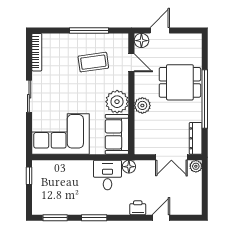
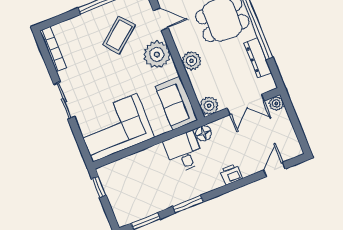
coffee table: (93, 62) -> (119, 35), turned -31
plant: (117, 102) -> (157, 54), moved
dresser: (196, 138) -> (258, 58), moved
plant: (142, 147) -> (209, 106), added
door: (161, 218) -> (275, 169), moved

